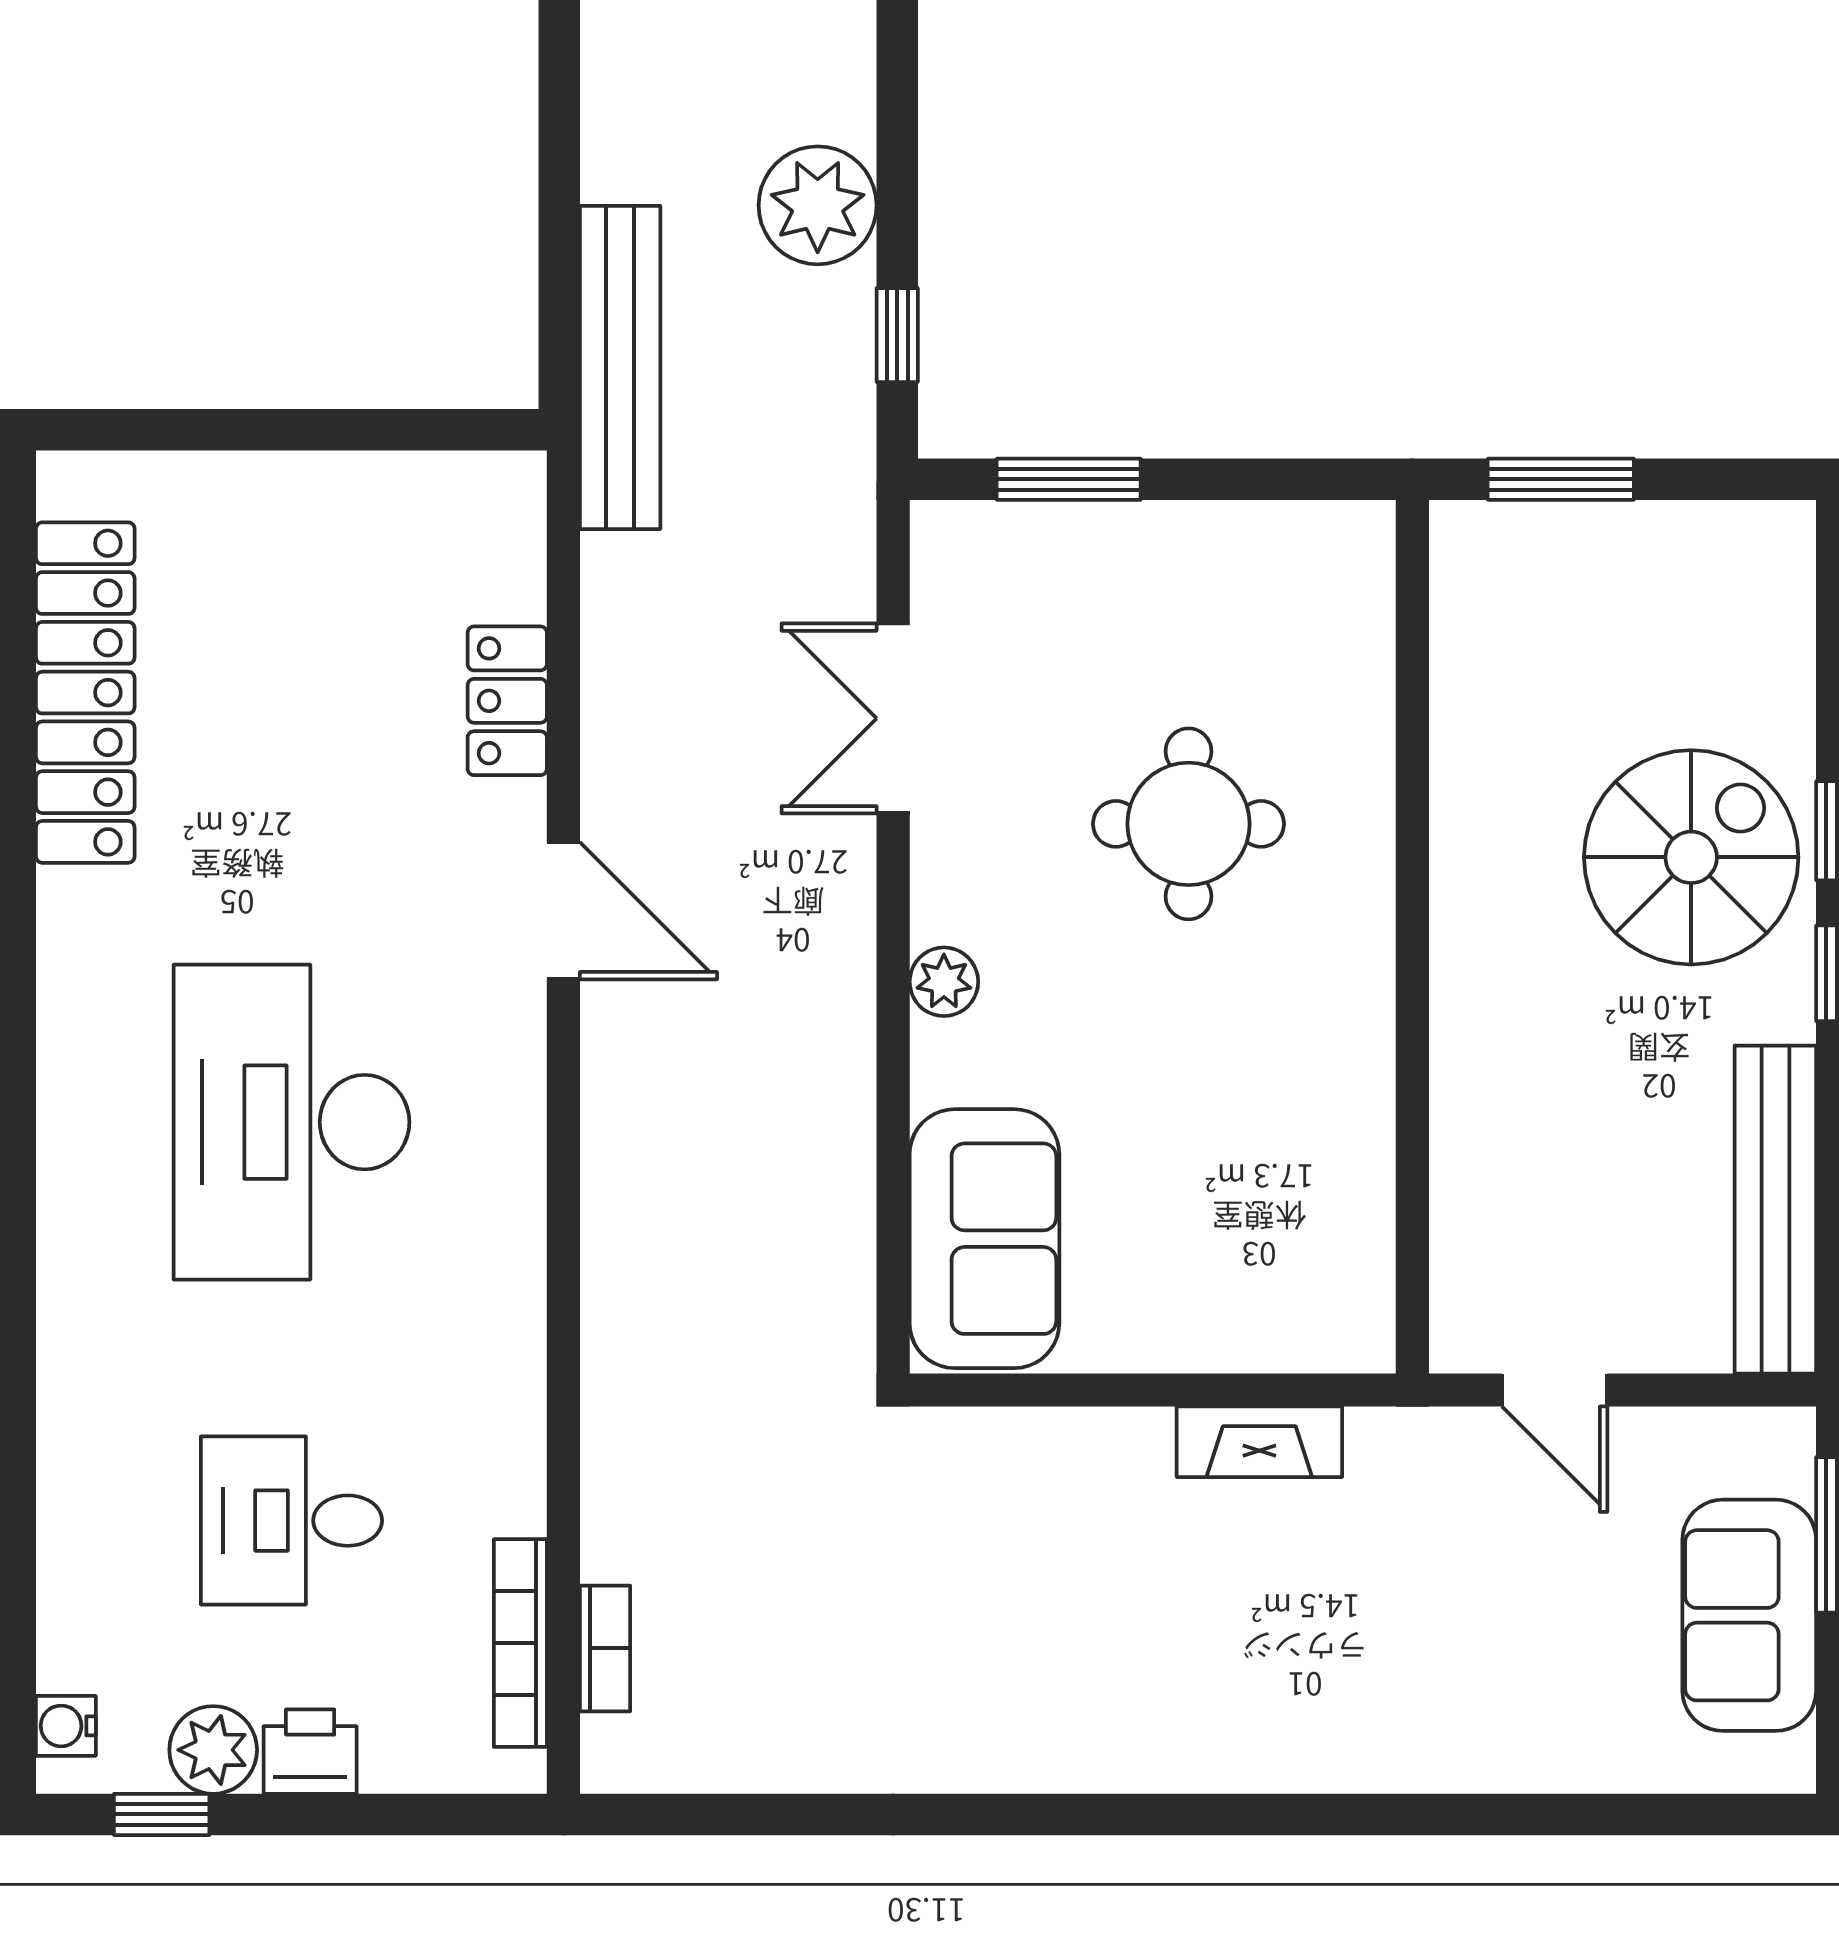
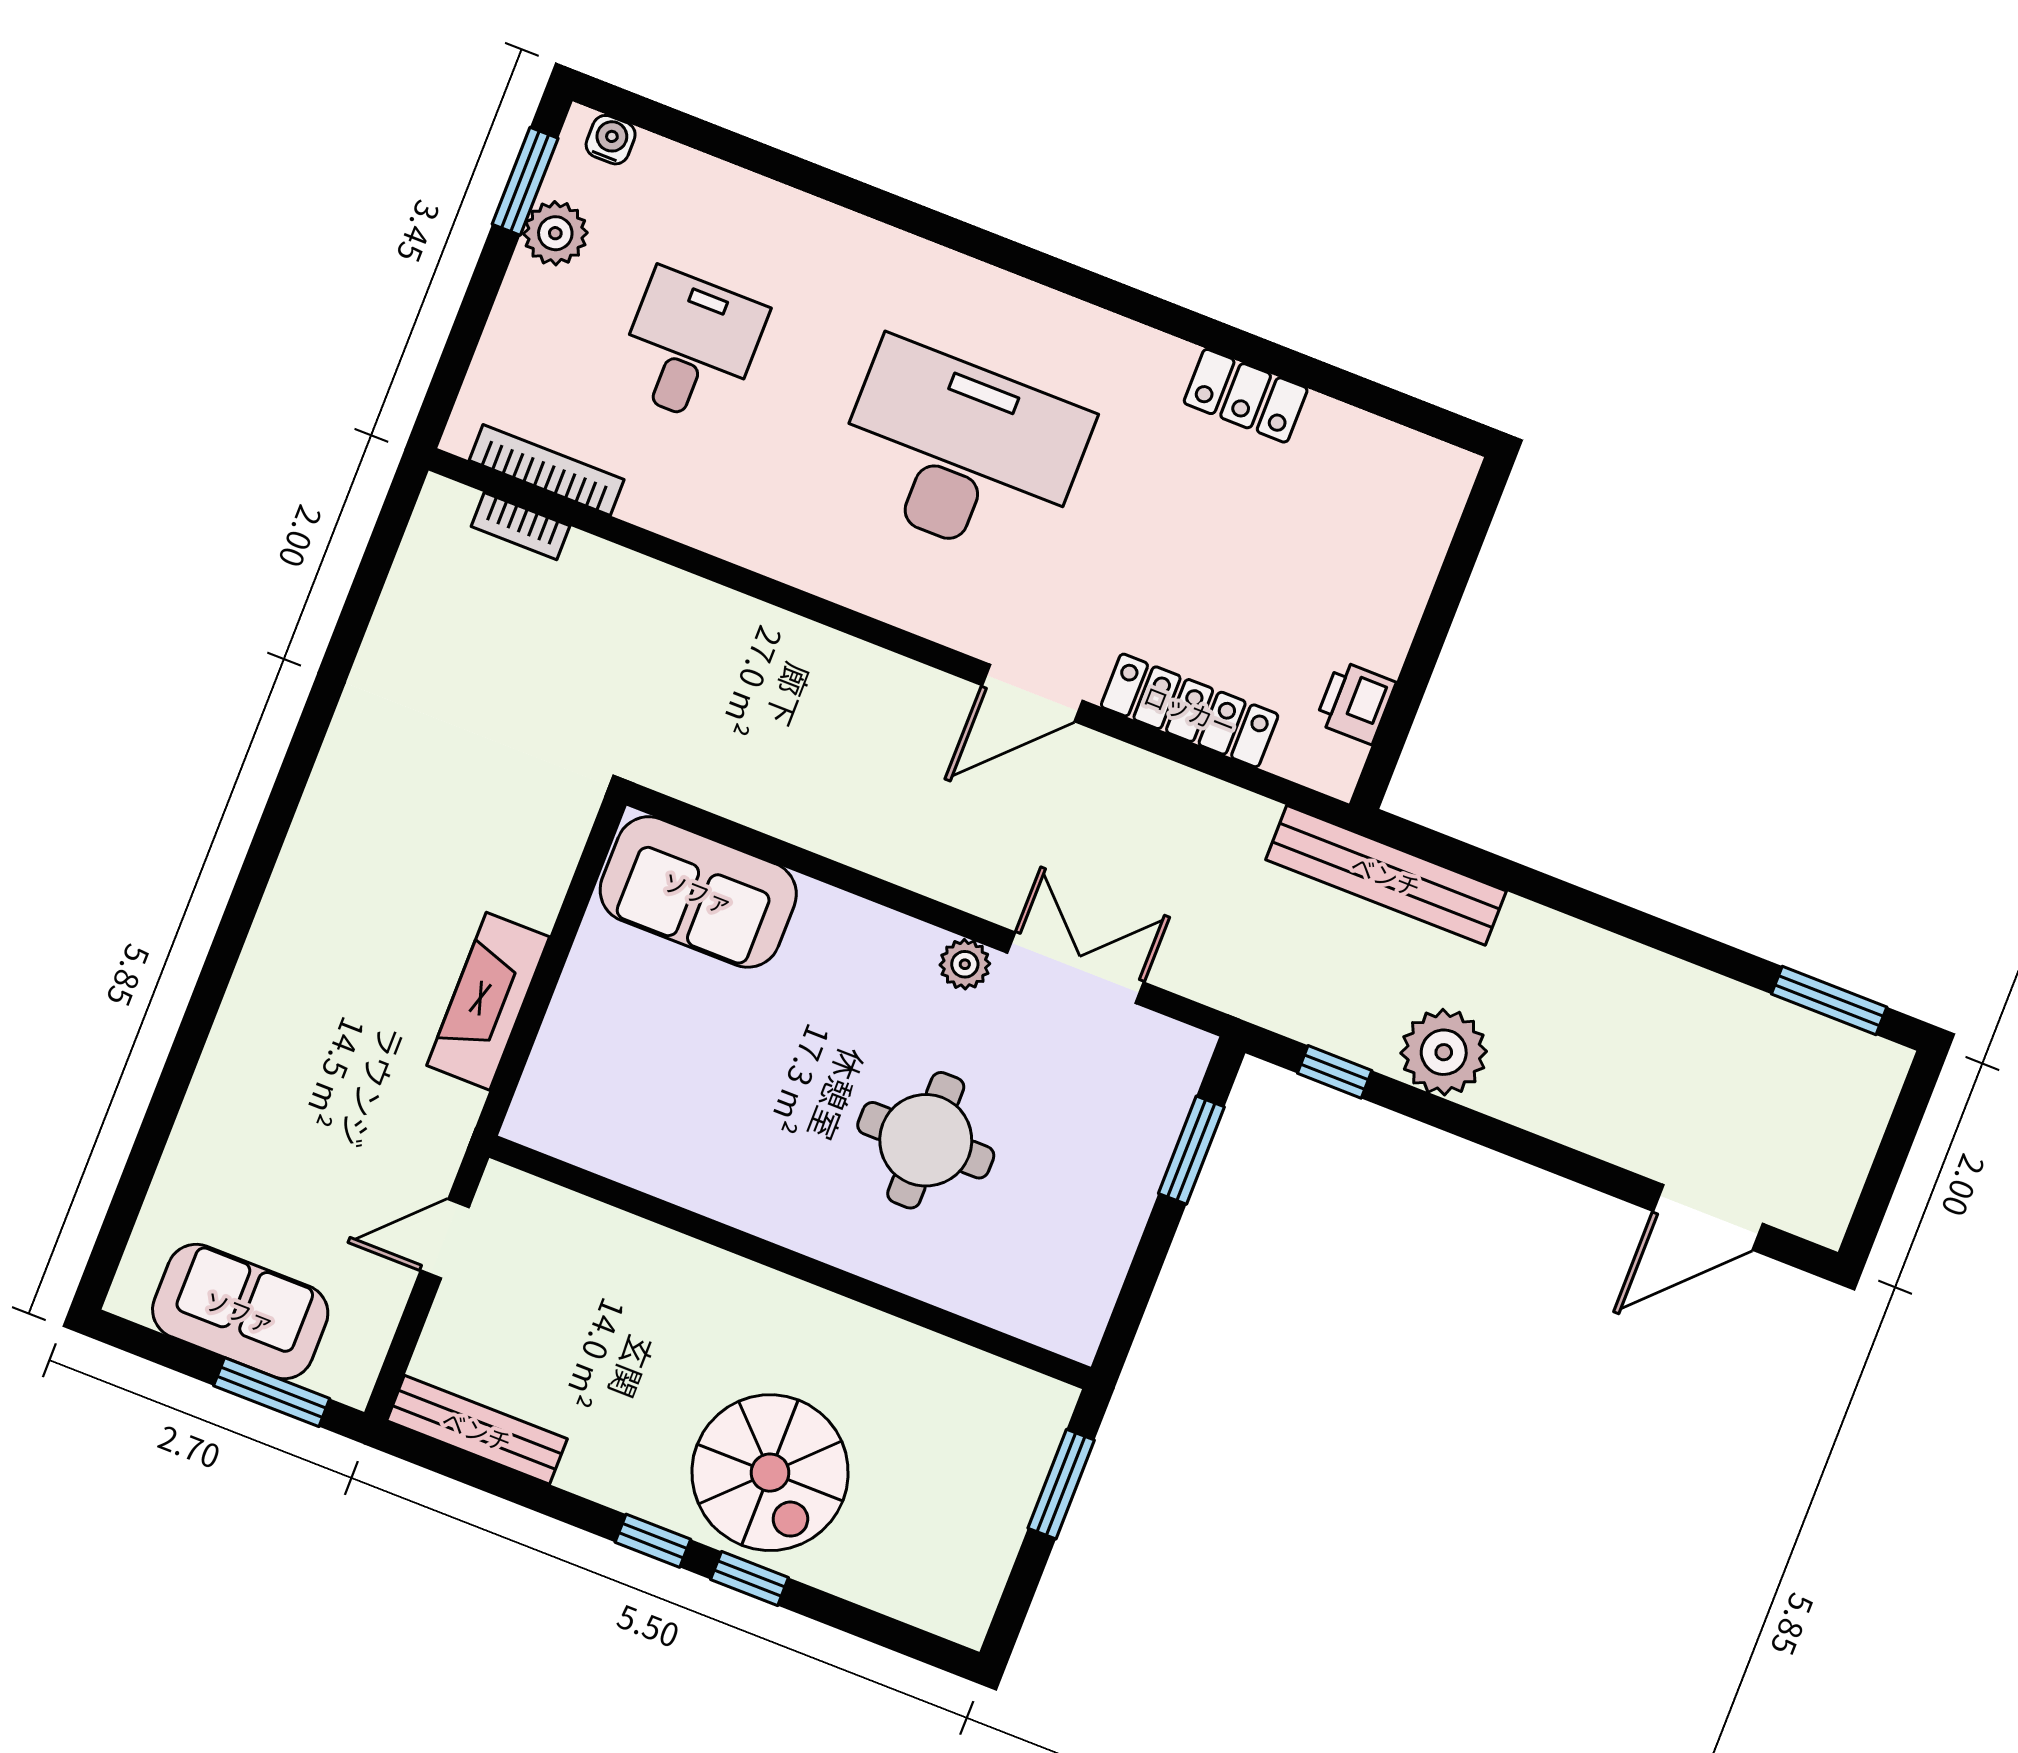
locker: (85, 693) -> (1246, 396), width x0.46, depth x0.83
locker: (507, 701) -> (1190, 710), width x1.53
plant: (944, 982) -> (965, 964), moved
bench: (1775, 1210) -> (477, 1430), width x0.73, depth x0.82
fireplace: (1259, 1442) -> (488, 1001), width x1.37, depth x1.32
printer: (310, 1752) -> (1355, 702), moved, turned 180
window: (162, 1814) -> (525, 181), width x1.50

